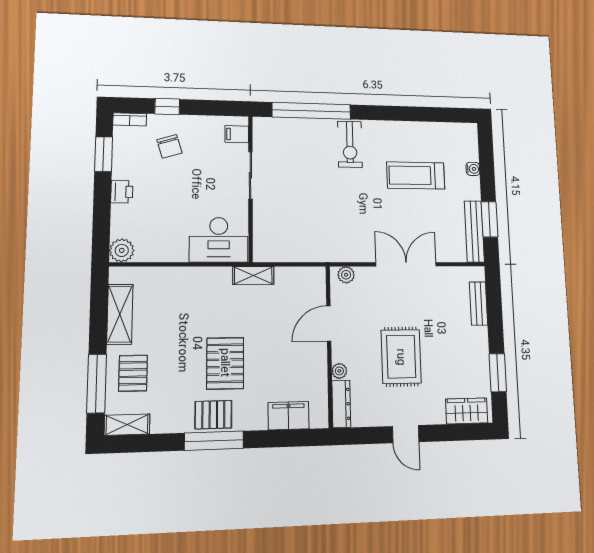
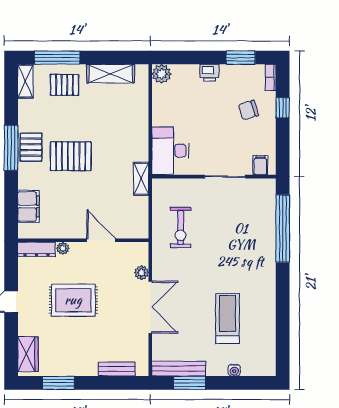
exercise bike: (350, 144) -> (181, 228), moved, turned -90
plant: (346, 275) -> (141, 273), moved

